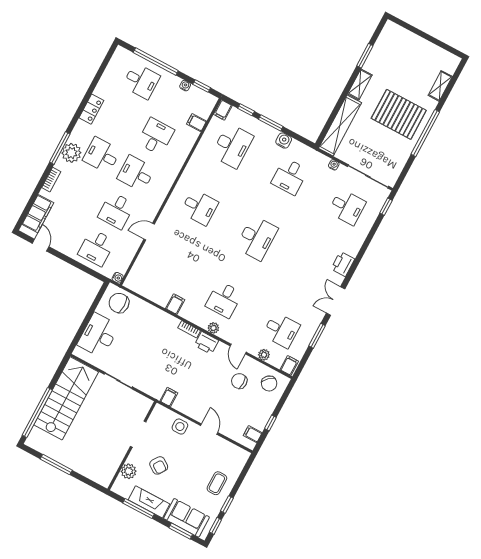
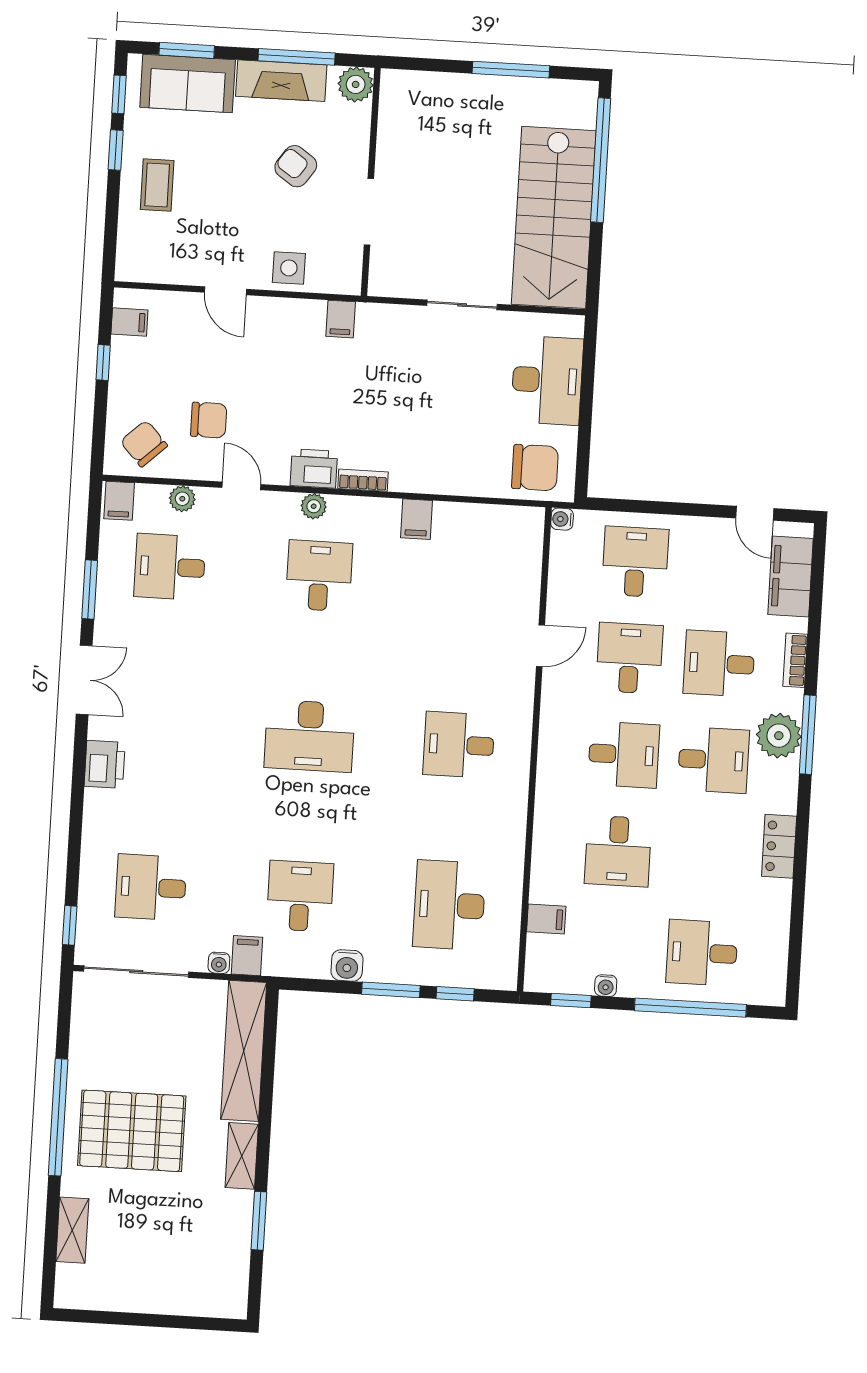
filing cabinet: (223, 110) -> (247, 956), moved
desk: (82, 192) -> (719, 664), added
desk: (257, 238) -> (310, 736), turned -90
plant: (129, 471) -> (356, 84), moved

